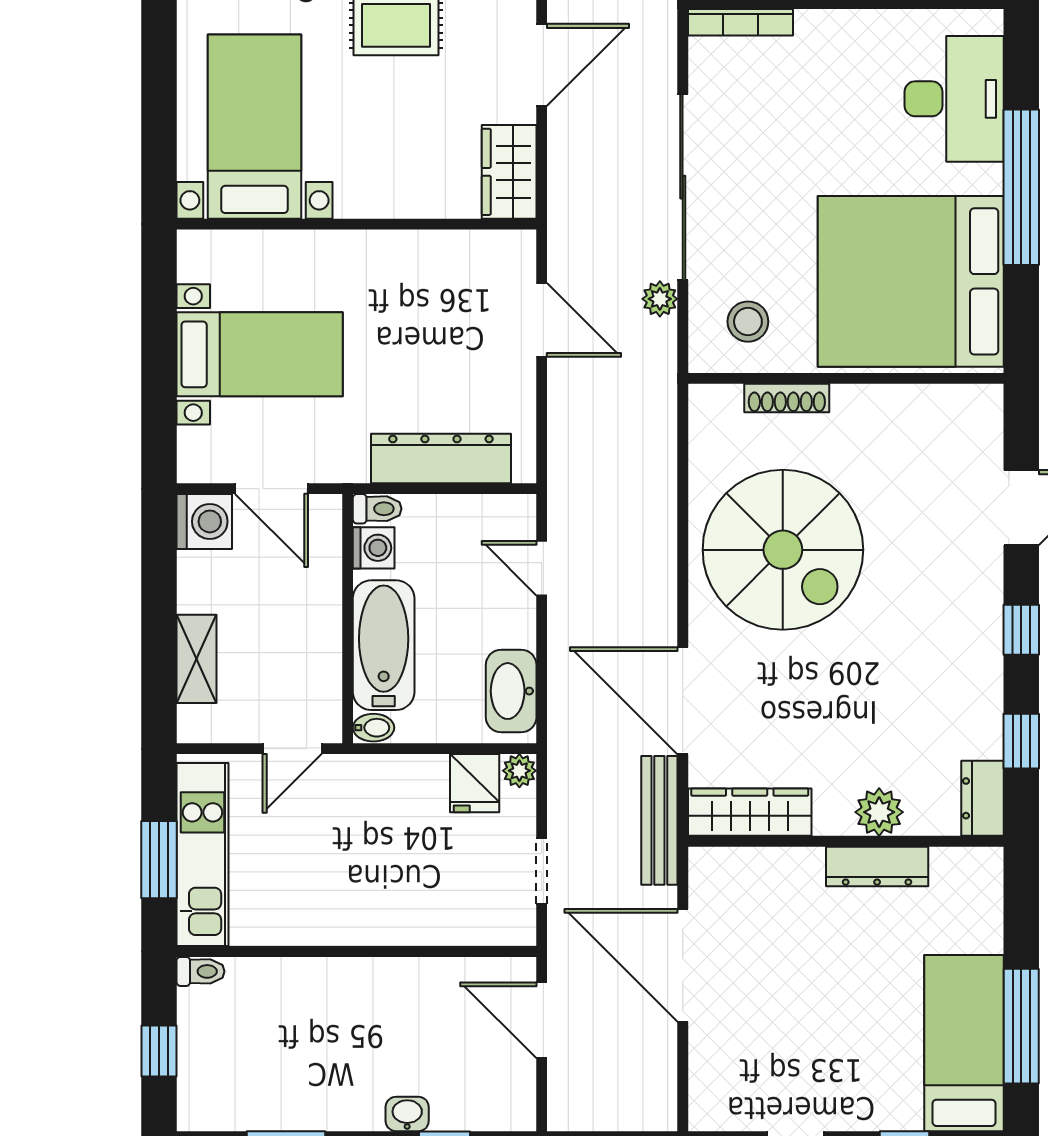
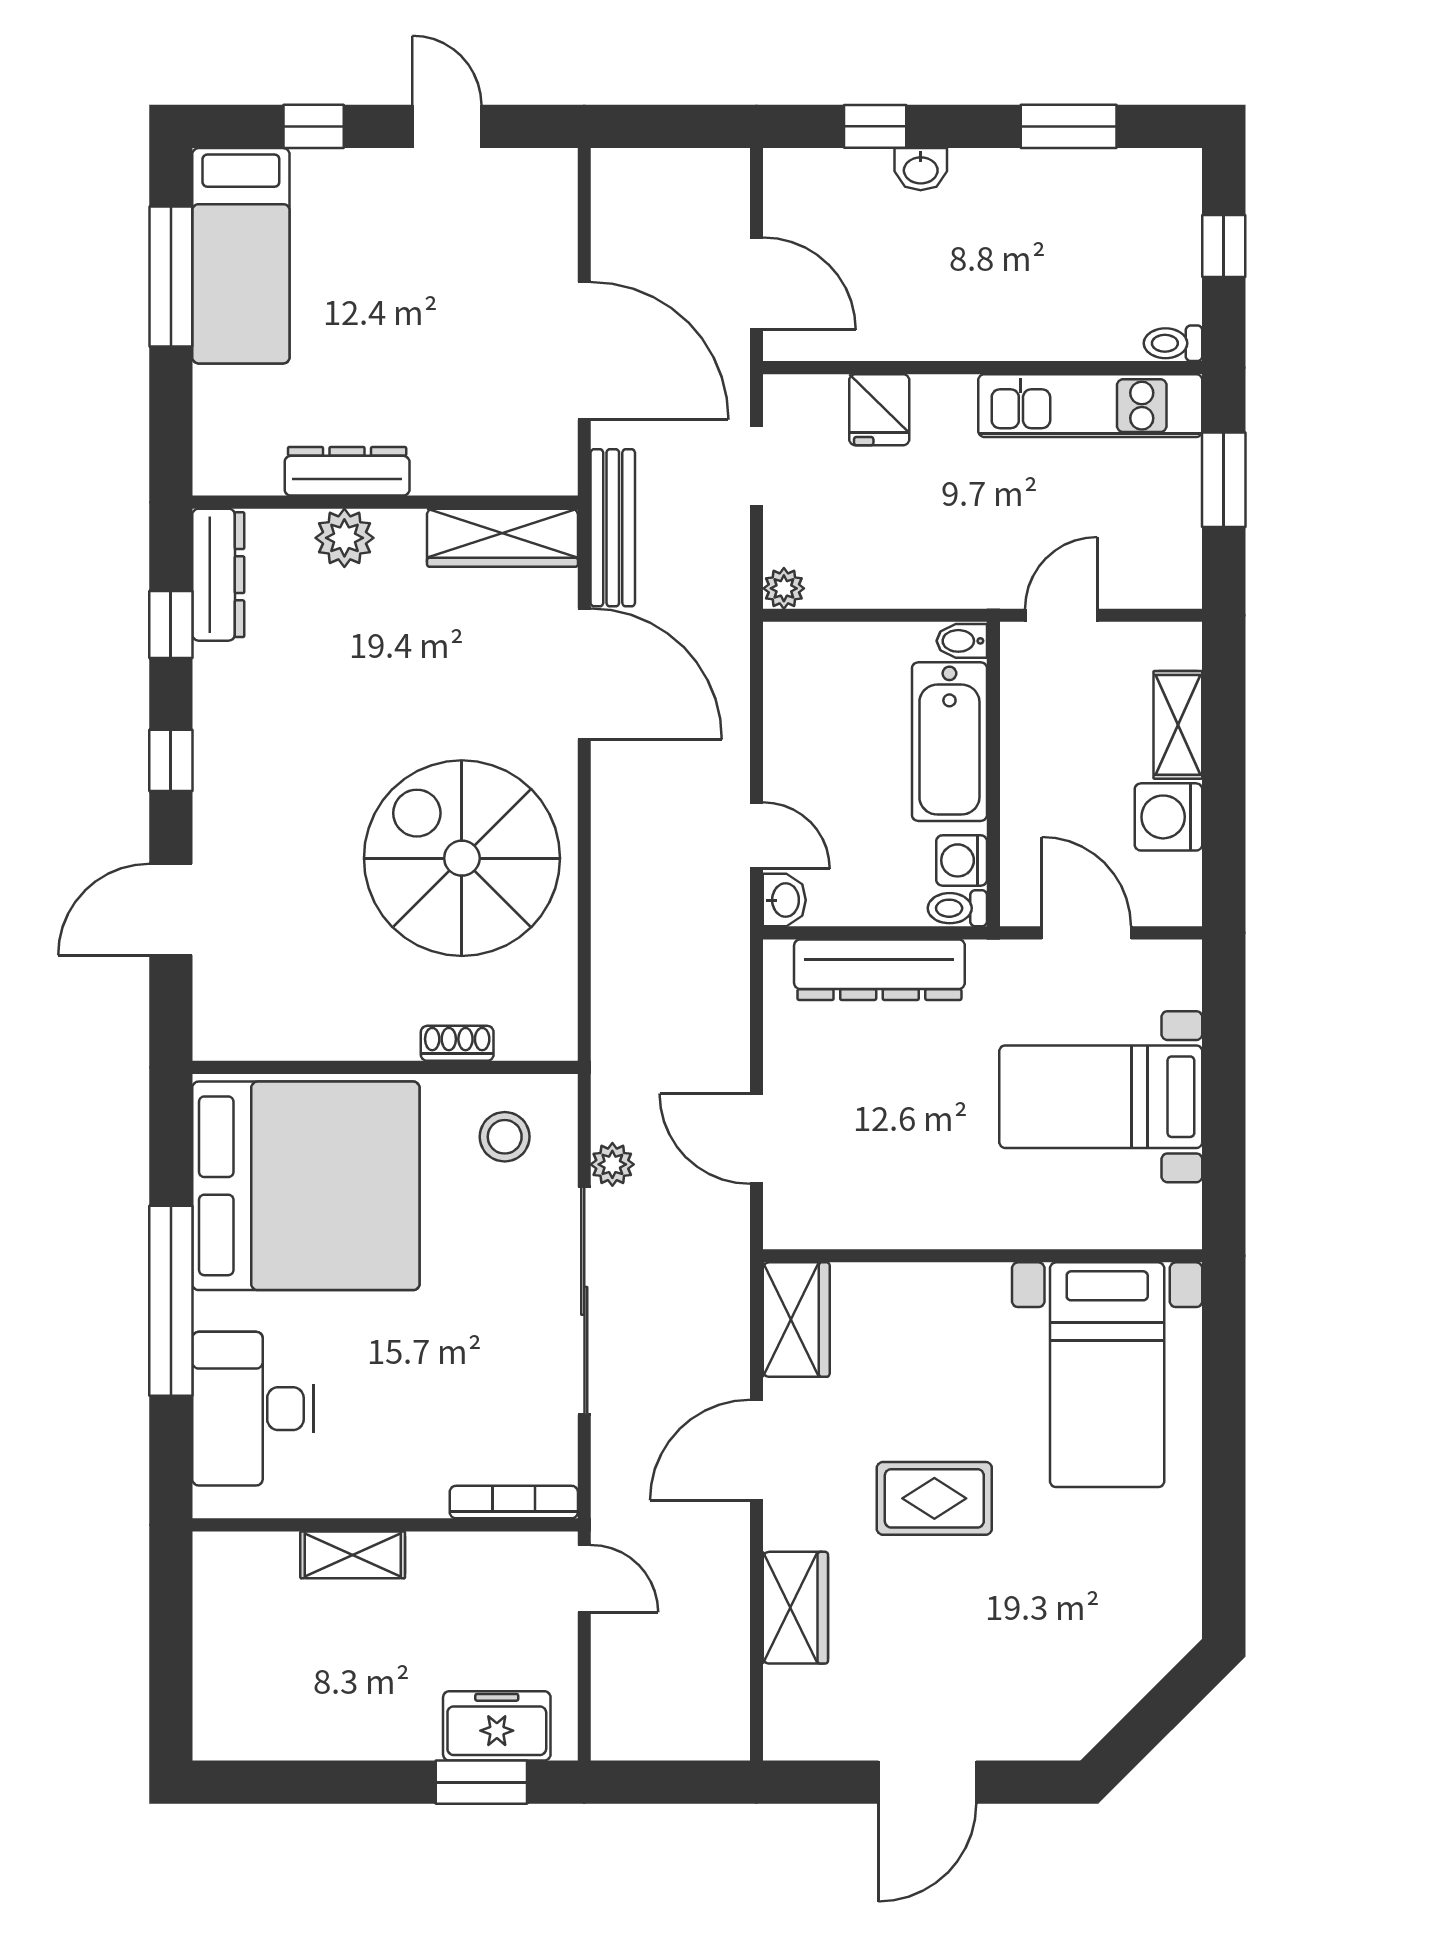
shoe rack: (787, 398) -> (457, 1043), width x0.70
washing machine: (204, 521) -> (1168, 817), moved
washbasin: (511, 691) -> (784, 900), moved, width x0.52, depth x0.69
fridge: (475, 783) -> (879, 410), moved, turned 180
dresser: (983, 798) -> (218, 575), width x1.44
kitchen unit: (202, 855) -> (1090, 406), moved, turned -90

